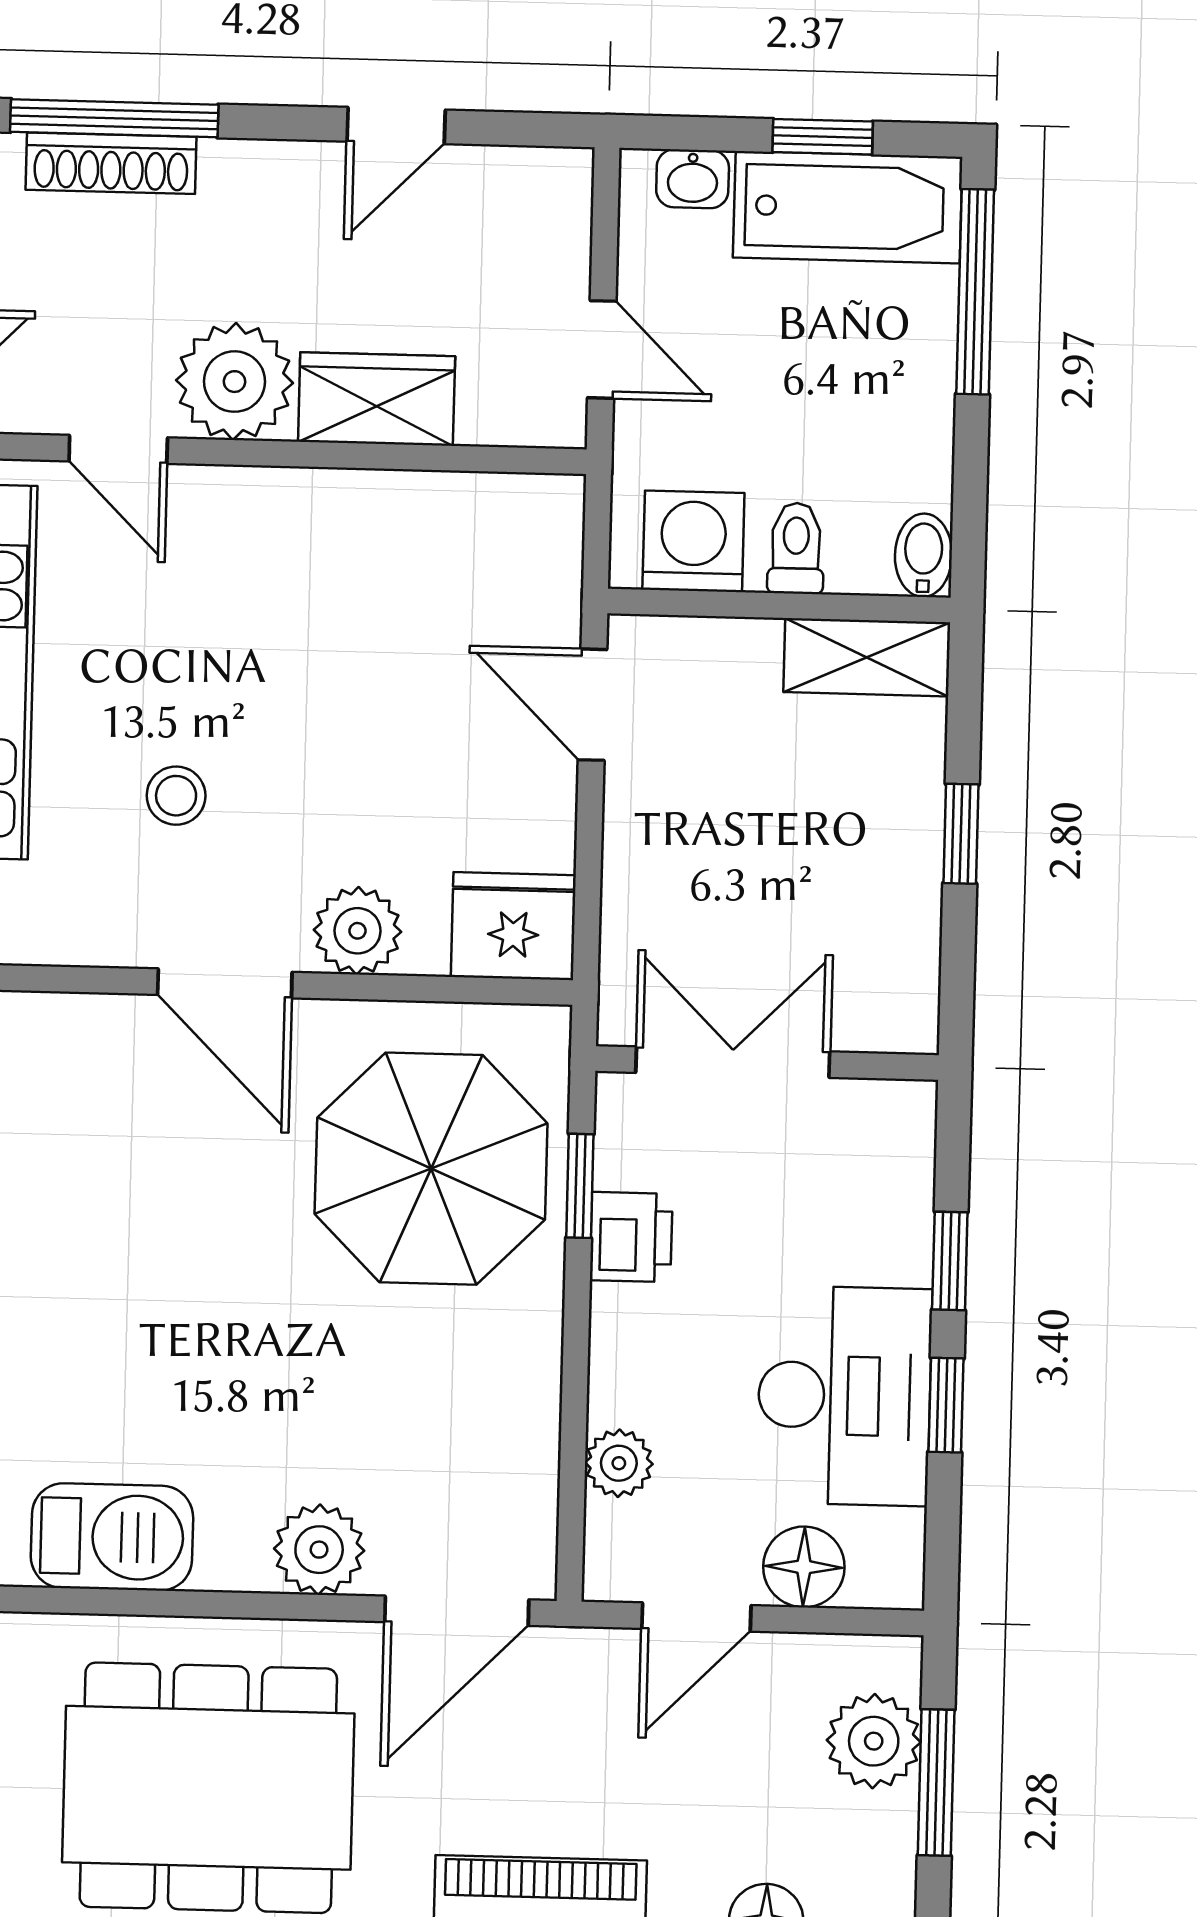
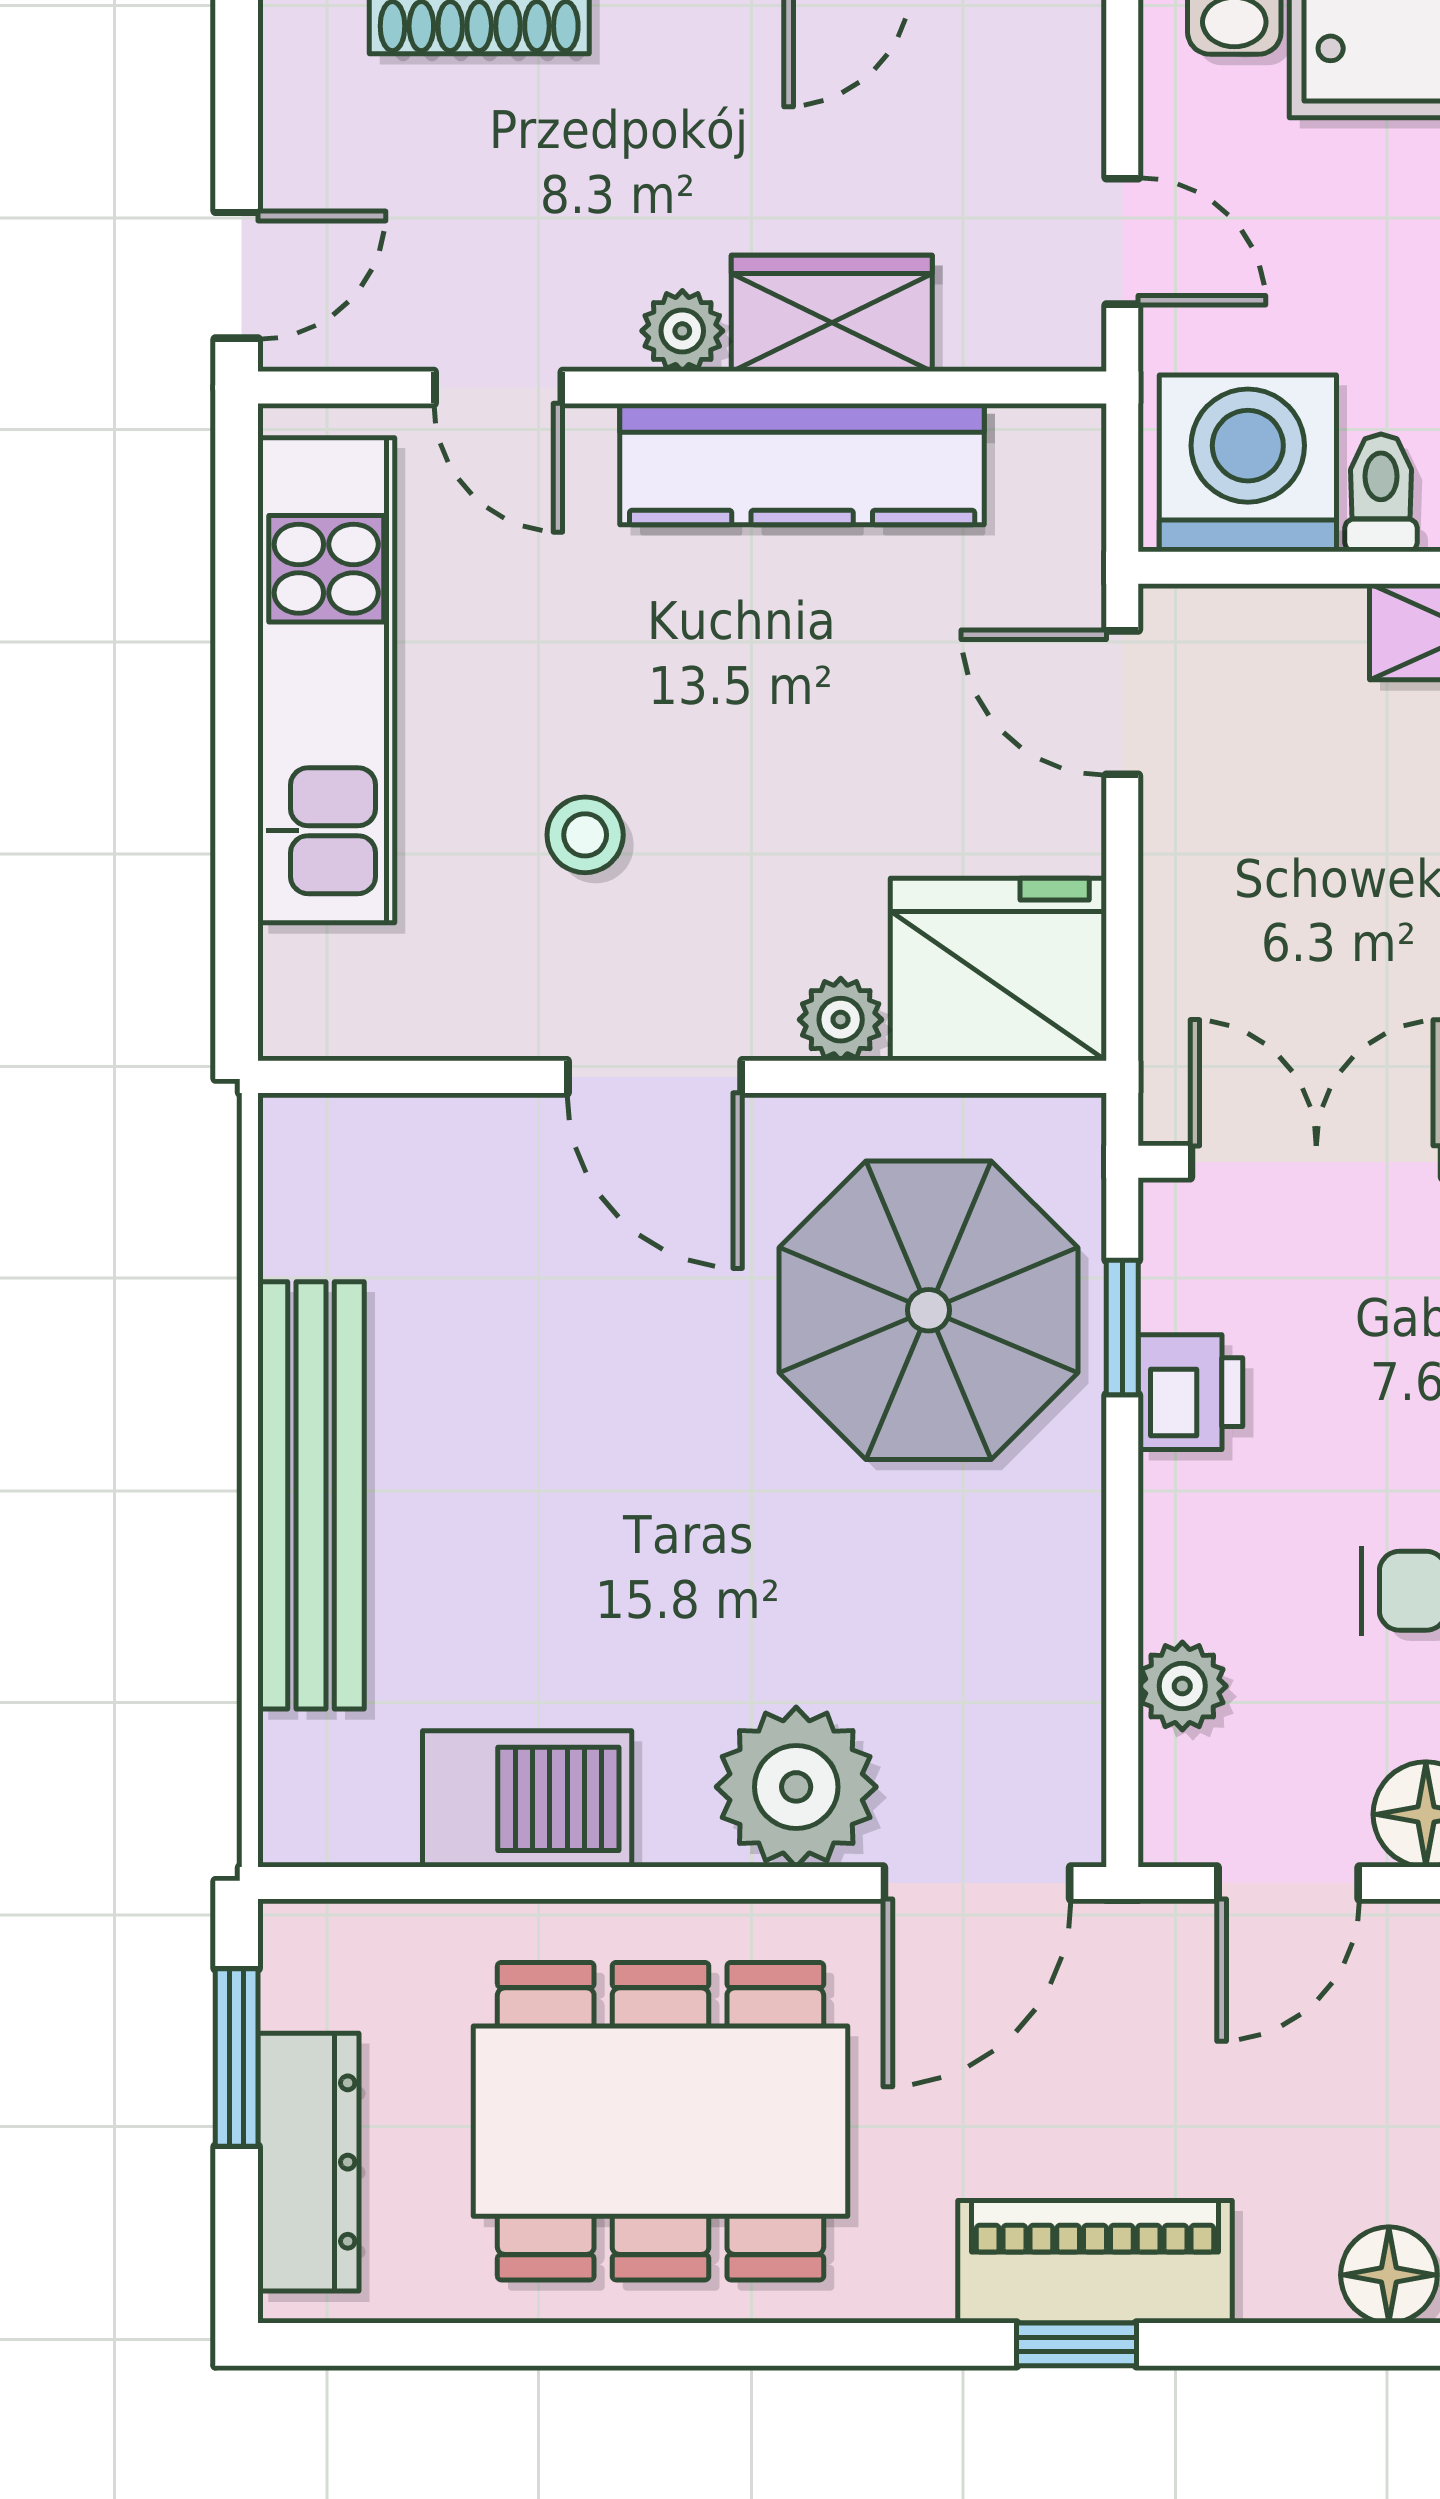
plant: (235, 382) -> (682, 331), width x0.53, depth x0.53
kitchen counter: (351, 514) -> (802, 464), added
washing machine: (693, 541) -> (1248, 463), width x1.37, depth x1.37
fridge: (513, 926) -> (998, 970), width x1.36, depth x1.34
plant: (358, 931) -> (841, 1020), width x0.73, depth x0.73
plant: (319, 1550) -> (796, 1787), width x1.36, depth x1.36

